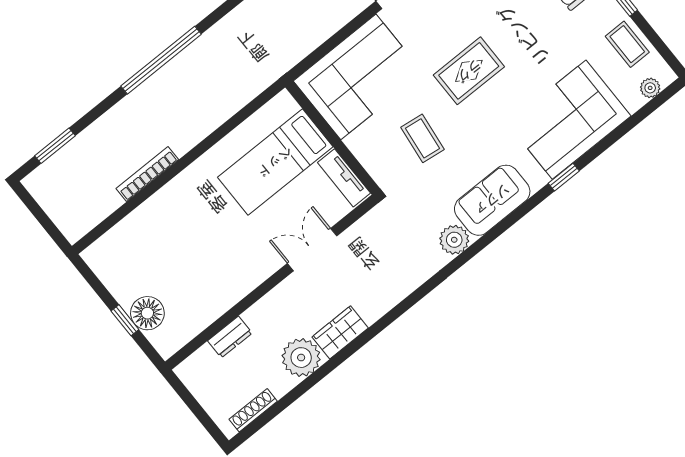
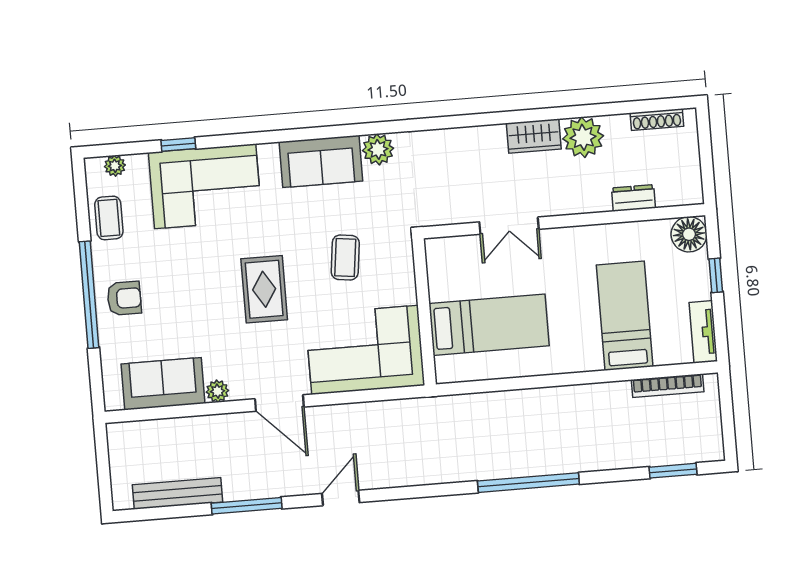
rug: (469, 71) -> (264, 289), turned 90
bookcase: (147, 174) -> (668, 386), moved
window: (564, 177) -> (178, 144), moved
tv unit: (344, 178) -> (703, 332), moved, turned 180
bed: (174, 241) -> (625, 316), added
floor lamp: (147, 313) -> (689, 234), moved

